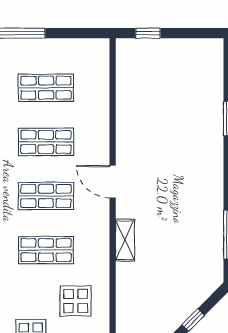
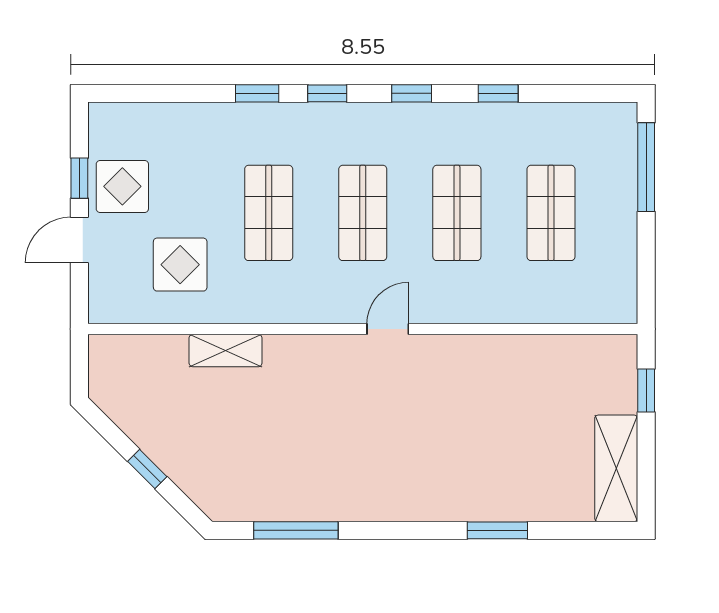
shelving: (193, 50) -> (616, 468), added
door: (113, 182) -> (388, 329), width x0.73
shelving: (125, 240) -> (226, 350), moved

